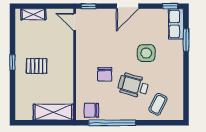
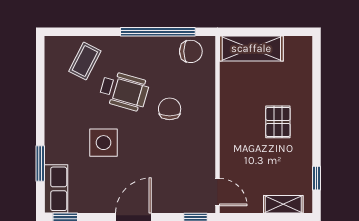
window: (12, 62) -> (316, 178), moved
pallet: (37, 66) -> (278, 122), turned 90

